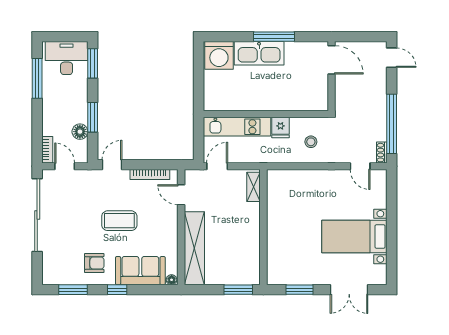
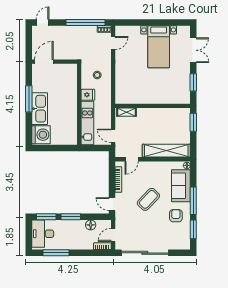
window: (93, 117) -> (71, 217), moved
coffee table: (119, 221) -> (148, 199), turned 44
window: (117, 290) -> (193, 201), width x2.17

